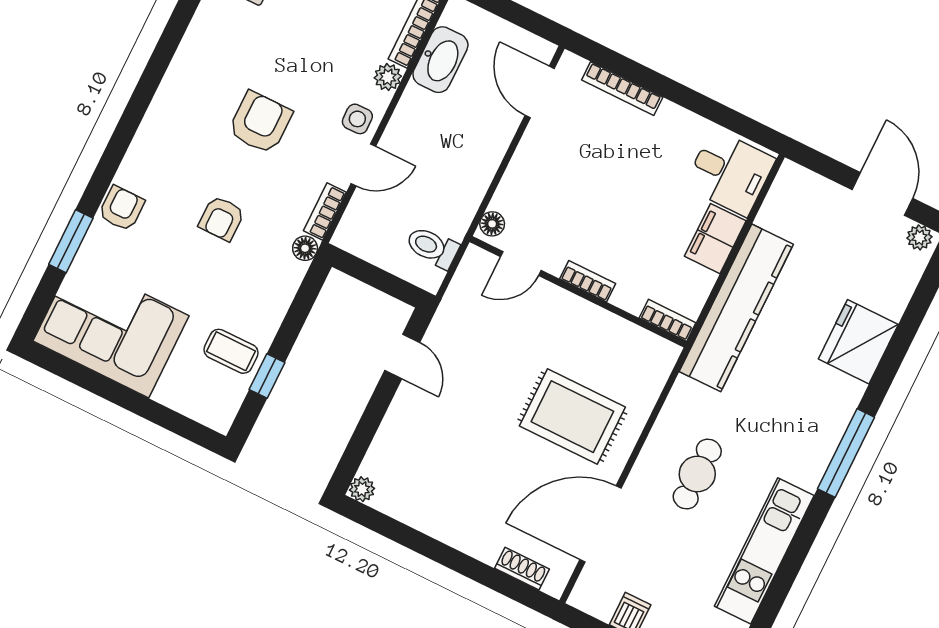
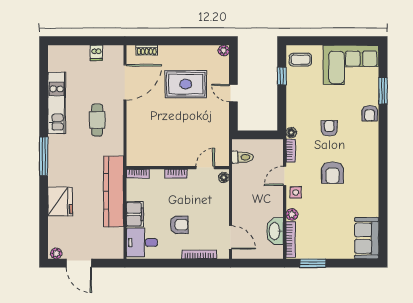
armchair: (634, 171) -> (179, 225), added
coffee table: (231, 351) -> (301, 60), moved
door: (402, 356) -> (233, 93), moved
rug: (572, 417) -> (186, 84), moved

